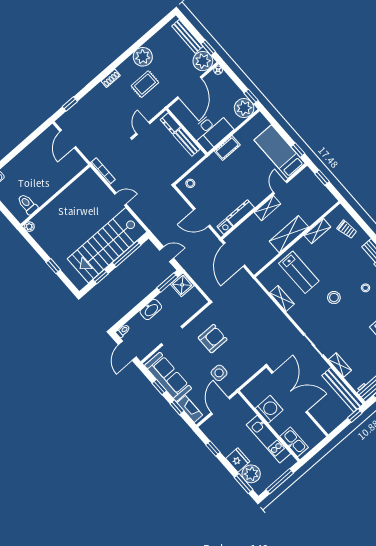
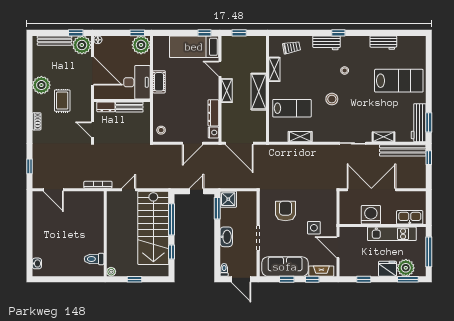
wall: (55, 195) -> (105, 234), moved
toilet: (27, 204) -> (94, 259), moved
plant: (29, 227) -> (111, 272), moved

